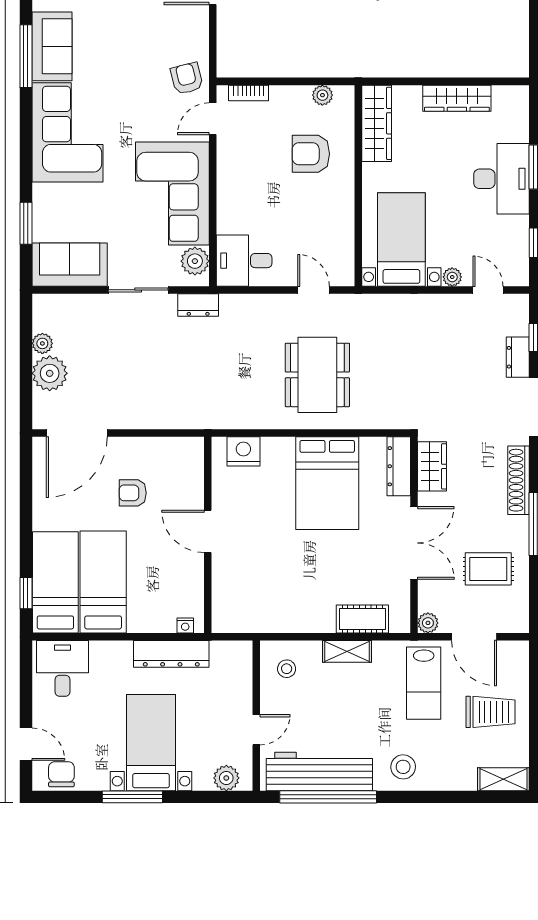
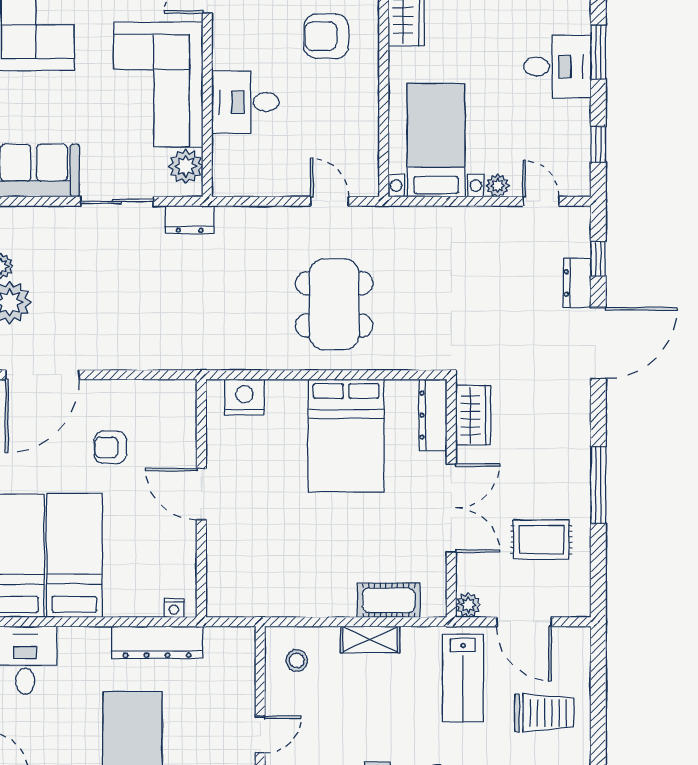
desk: (501, 179) -> (557, 67), width x0.73
desk: (244, 261) -> (245, 102), moved
shoe rack: (519, 480) -> (578, 432), removed

